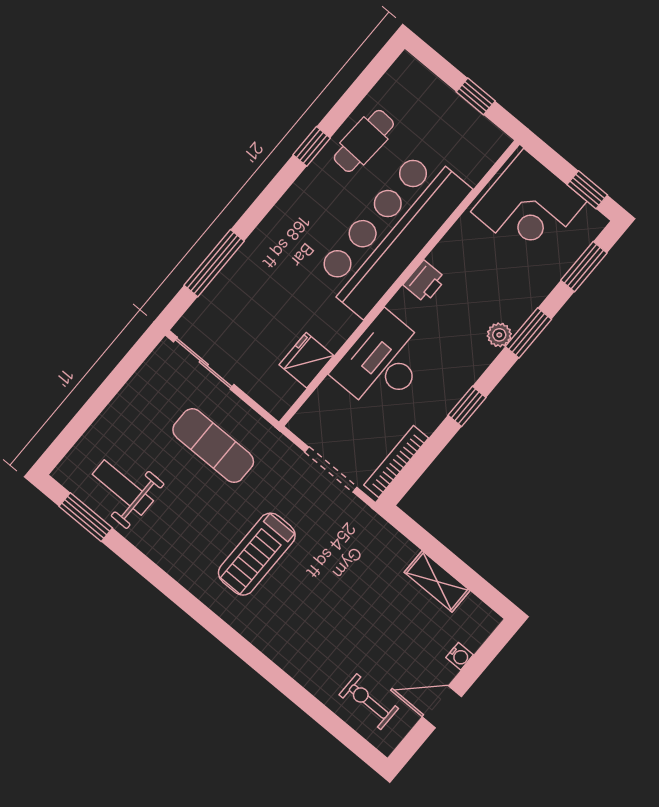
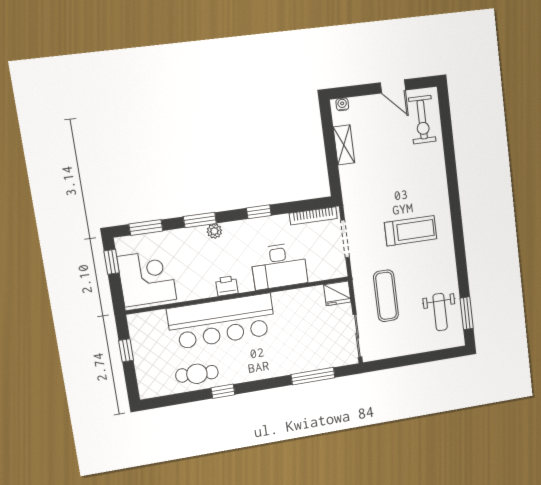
fridge: (306, 360) -> (337, 293), moved
water cooler: (460, 656) -> (342, 104), moved
exercise bike: (369, 702) -> (422, 120), width x1.38, depth x1.39

